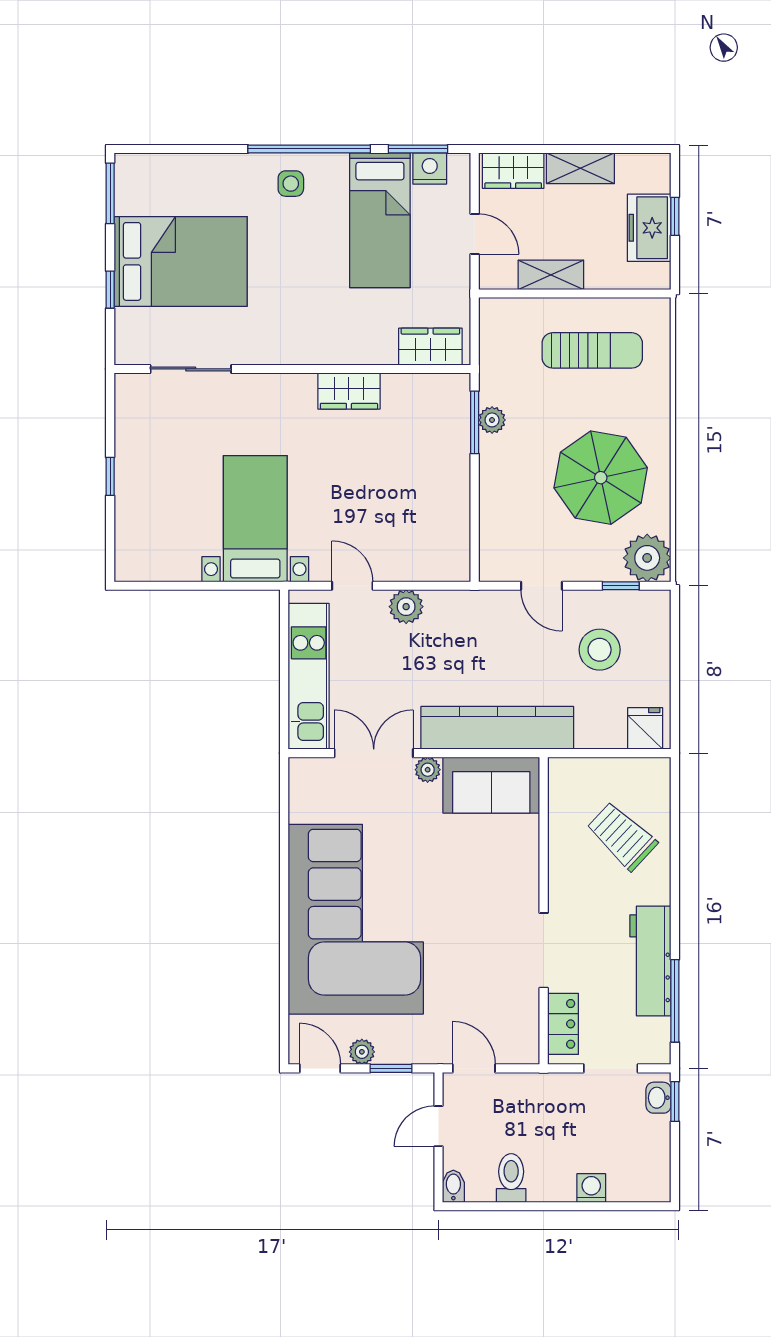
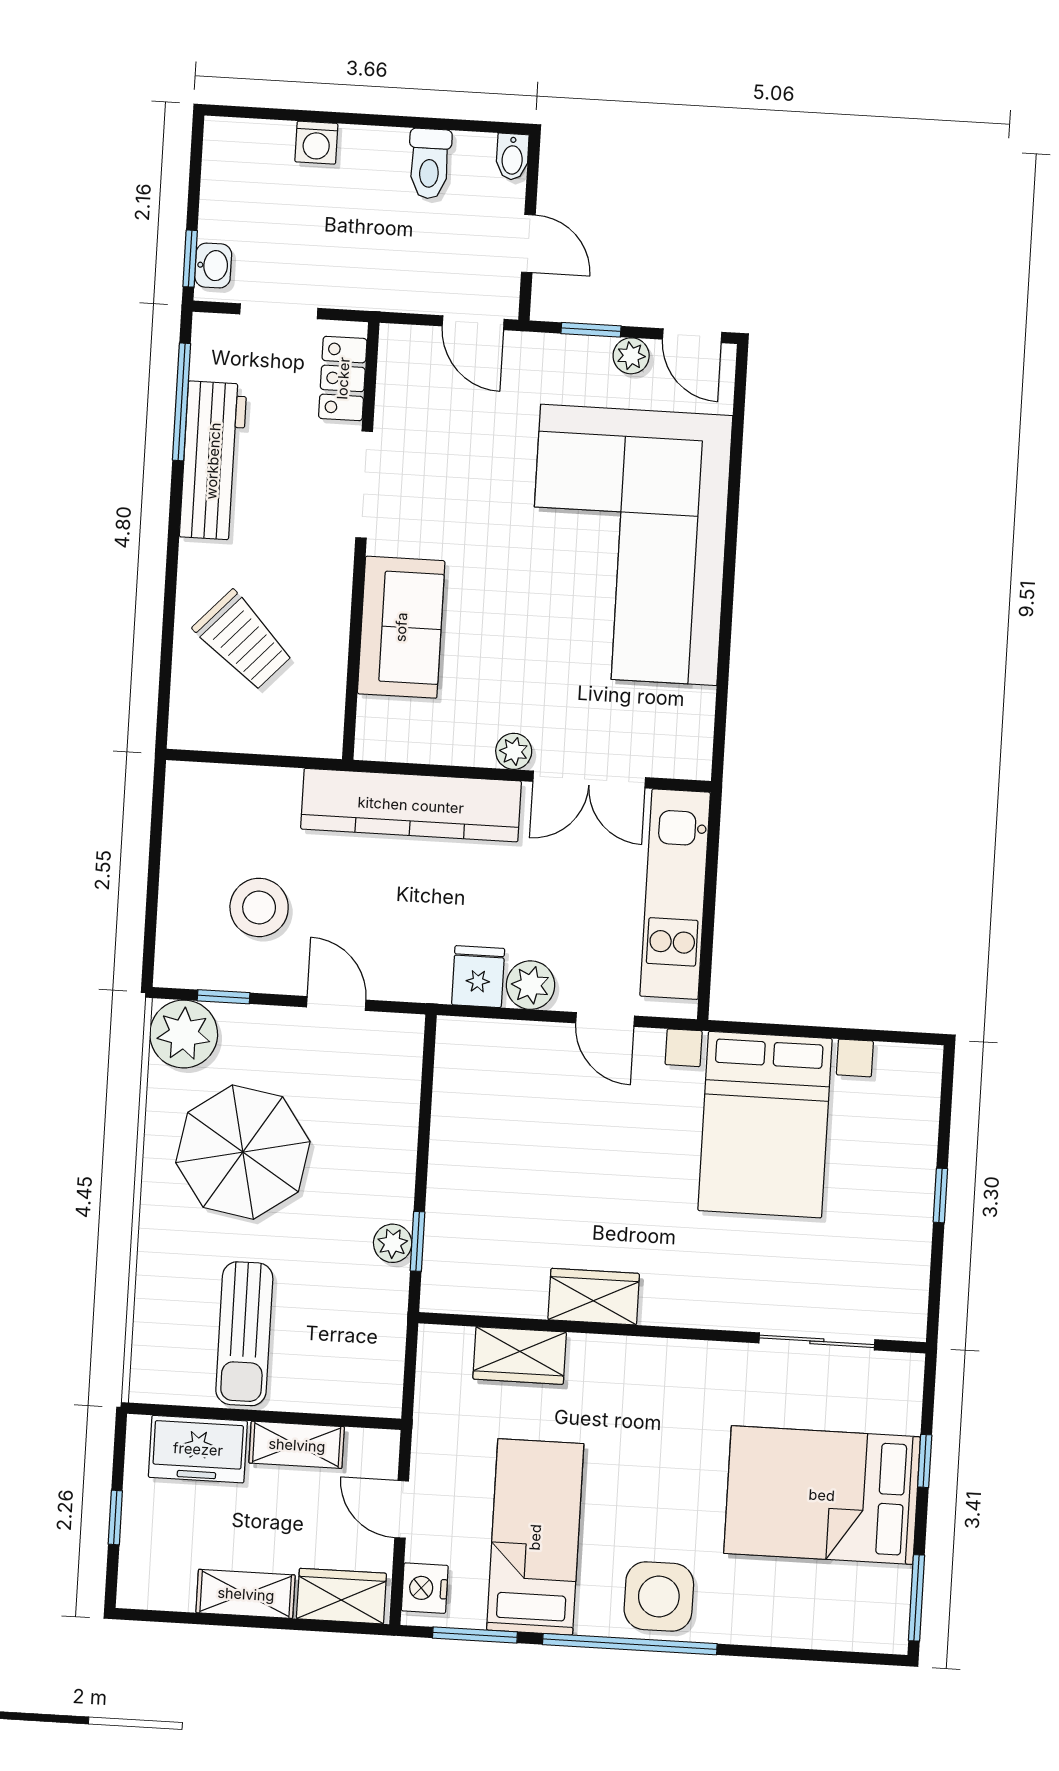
nightstand: (430, 168) -> (425, 1588), moved, turned 90
side table: (291, 184) -> (659, 1596), width x1.87, depth x1.87
freezer: (649, 228) -> (198, 1449), moved, turned 90
wardrobe: (430, 347) -> (520, 1356), moved
sun lounger: (592, 350) -> (244, 1334), turned -90
window: (475, 422) -> (418, 1241), width x0.67
bed with nightstands: (255, 519) -> (765, 1125), width x1.36
fridge: (645, 728) -> (478, 977), moved, turned 180
sofa: (491, 785) -> (401, 627), moved, turned 90
door: (439, 1126) -> (528, 244), hinge flipped

